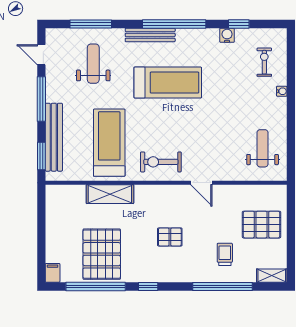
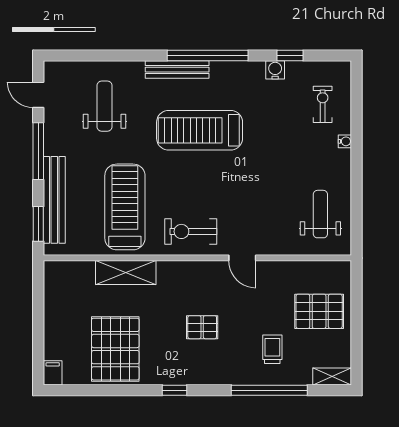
window: (91, 24) -> (101, 56), removed
treadmill: (168, 83) -> (200, 130), turned 180
window: (96, 287) -> (107, 390), removed

